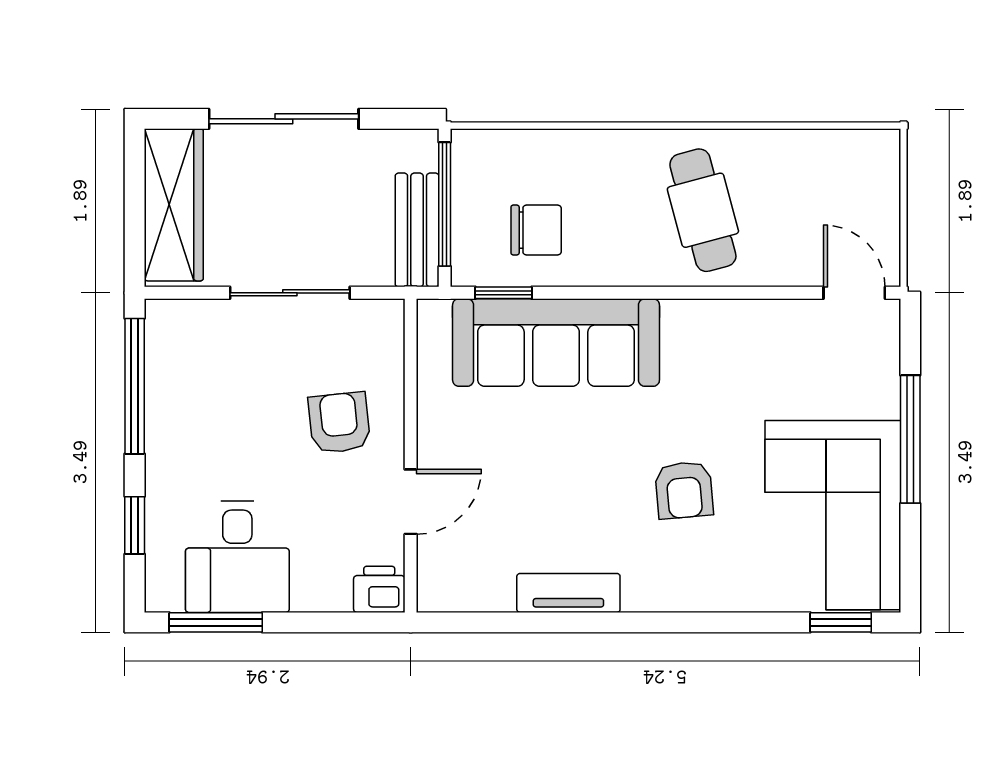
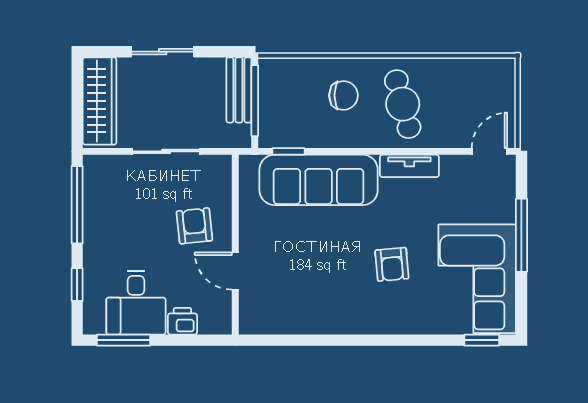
sliding door: (284, 119) -> (163, 52), width x0.73
bench: (417, 230) -> (239, 90), moved
chair: (536, 230) -> (344, 95), moved
door: (854, 293) -> (489, 151), hinge flipped
door: (411, 502) -> (235, 271), swing flipped
printer: (379, 589) -> (182, 321), moved
tv unit: (568, 593) -> (409, 166), moved, turned 180

